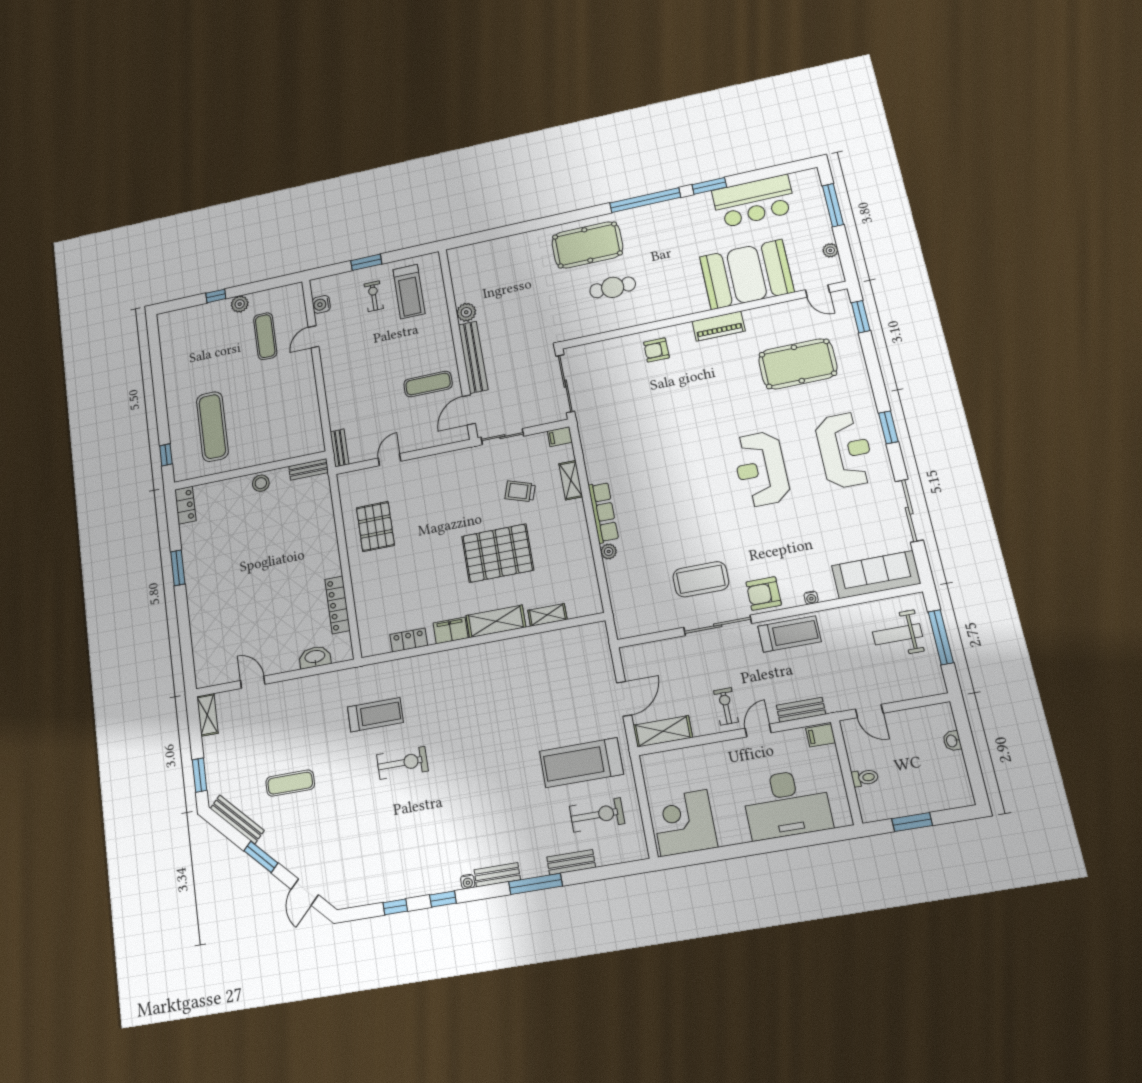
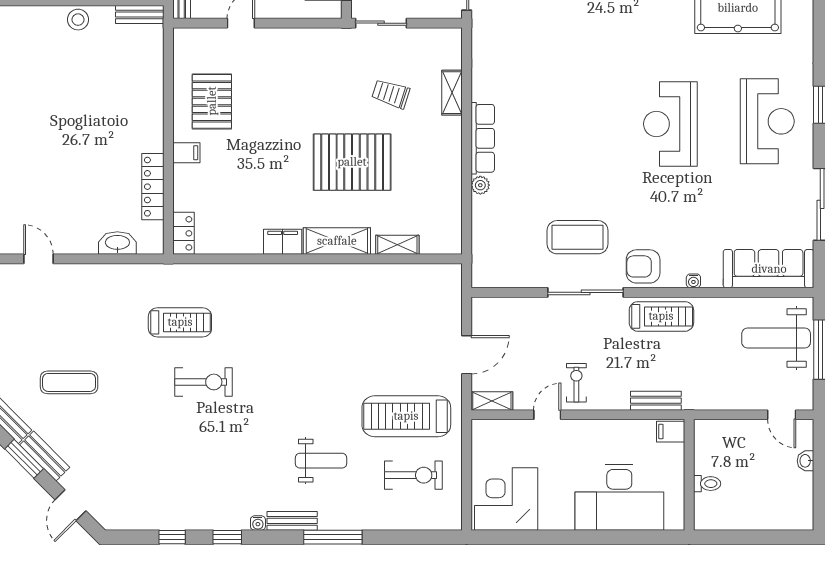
filing cabinet: (560, 437) -> (186, 153), moved, turned 180
weight bench: (898, 634) -> (776, 338), width x1.36, depth x1.33
locker: (409, 640) -> (184, 233), moved, turned 90
door: (869, 711) -> (782, 415), moved
door: (758, 730) -> (547, 415), moved
shelving: (663, 731) -> (492, 401), width x0.67, depth x0.75
weight bench: (514, 815) -> (321, 461), added
window: (912, 822) -> (745, 537), removed
bench: (571, 862) -> (45, 456), moved, turned 45

